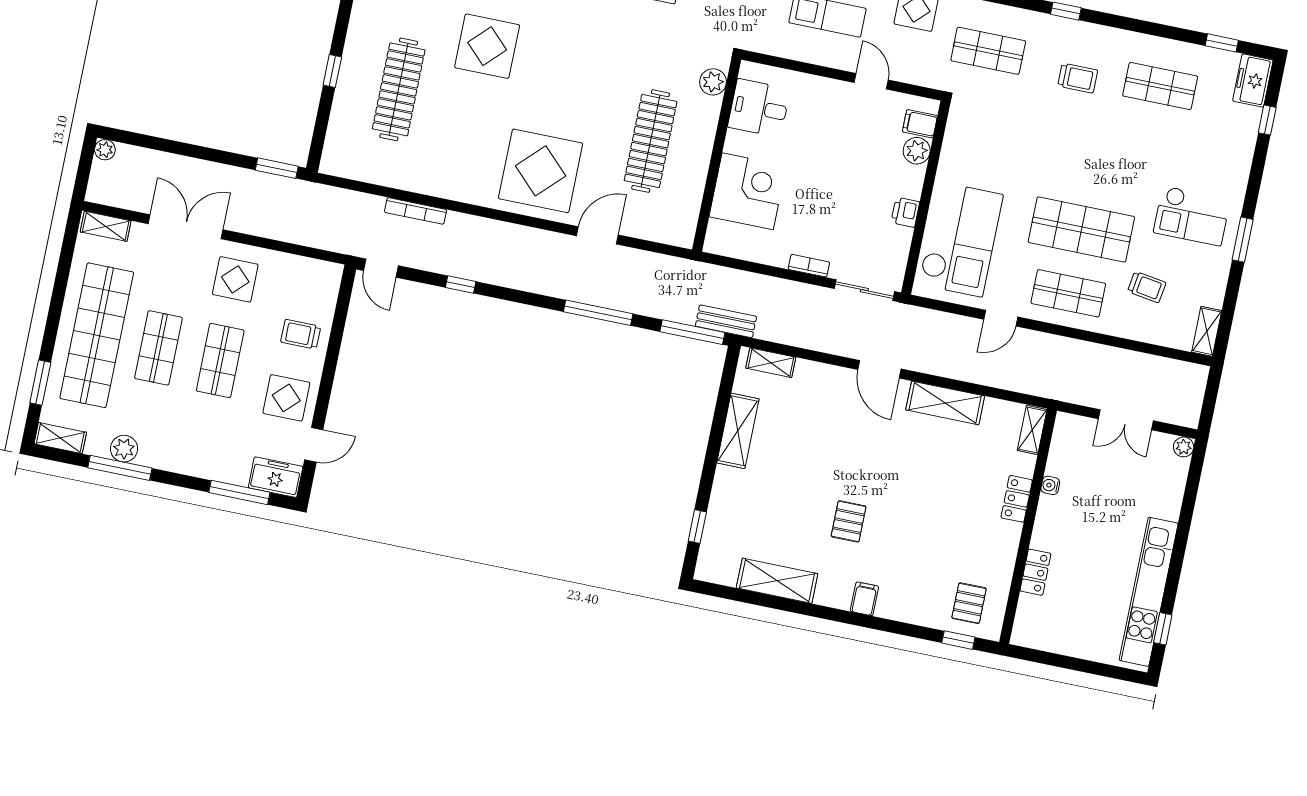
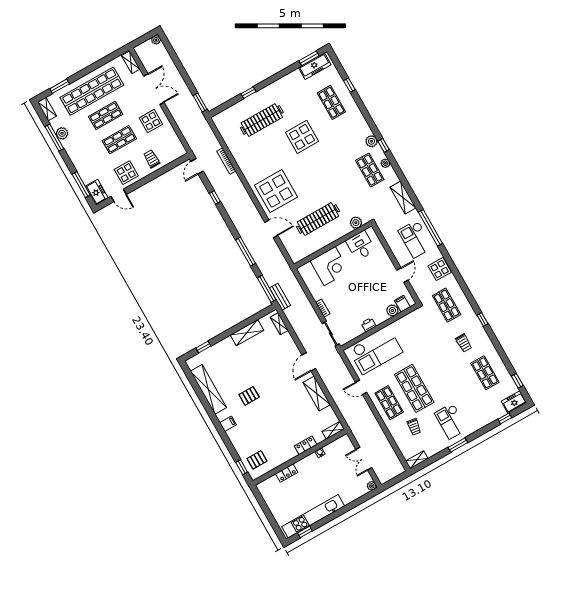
shelving: (777, 581) -> (208, 389), width x1.47

